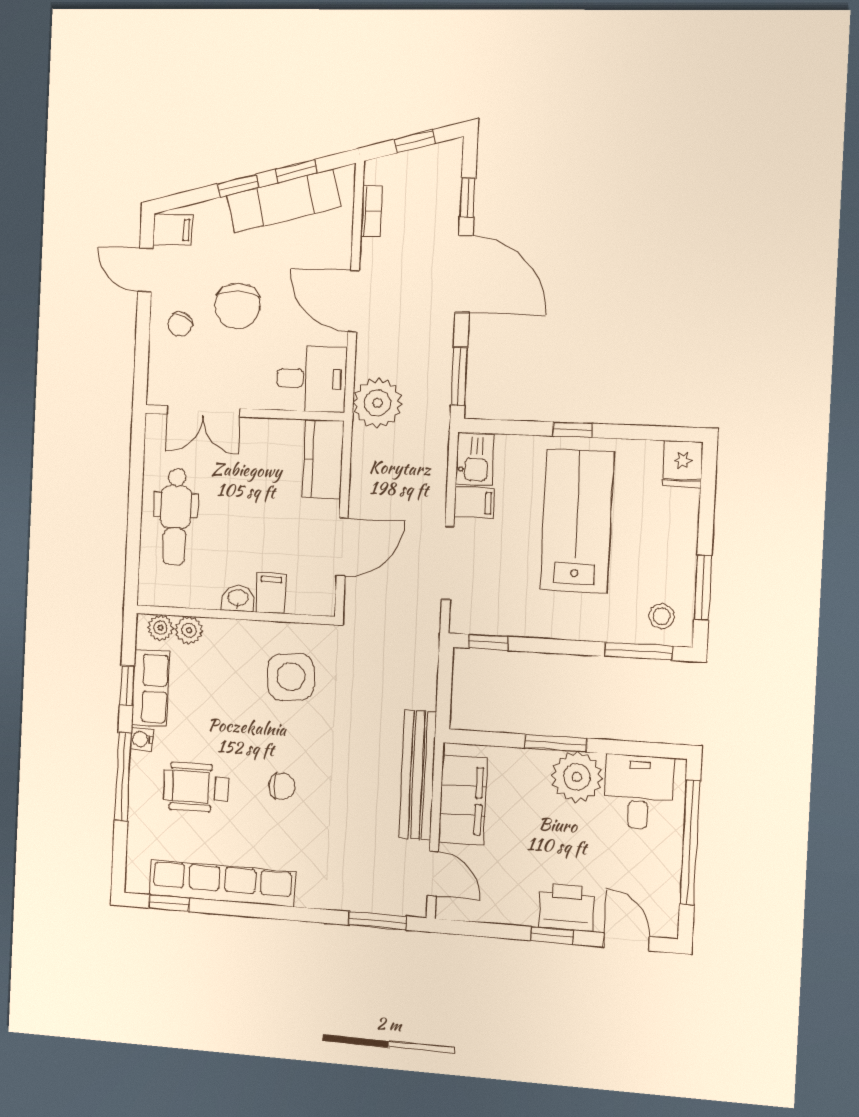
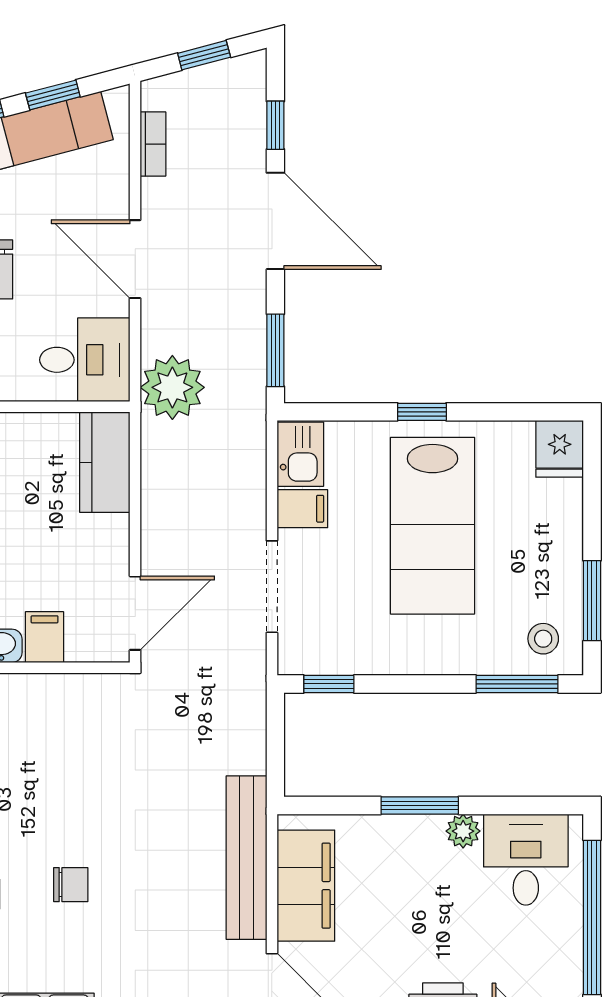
lab bench: (577, 521) -> (433, 526), turned 180
door: (342, 547) -> (135, 613), moved
side table: (291, 677) -> (76, 743), removed
plant: (577, 777) -> (463, 831), width x0.53, depth x0.53

